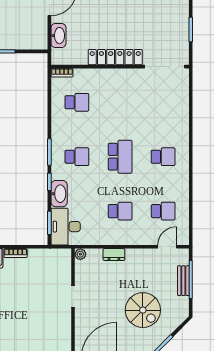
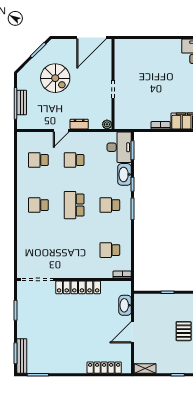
door: (167, 247) -> (61, 130), moved
spiral stairs: (143, 310) -> (55, 78), turned 180

